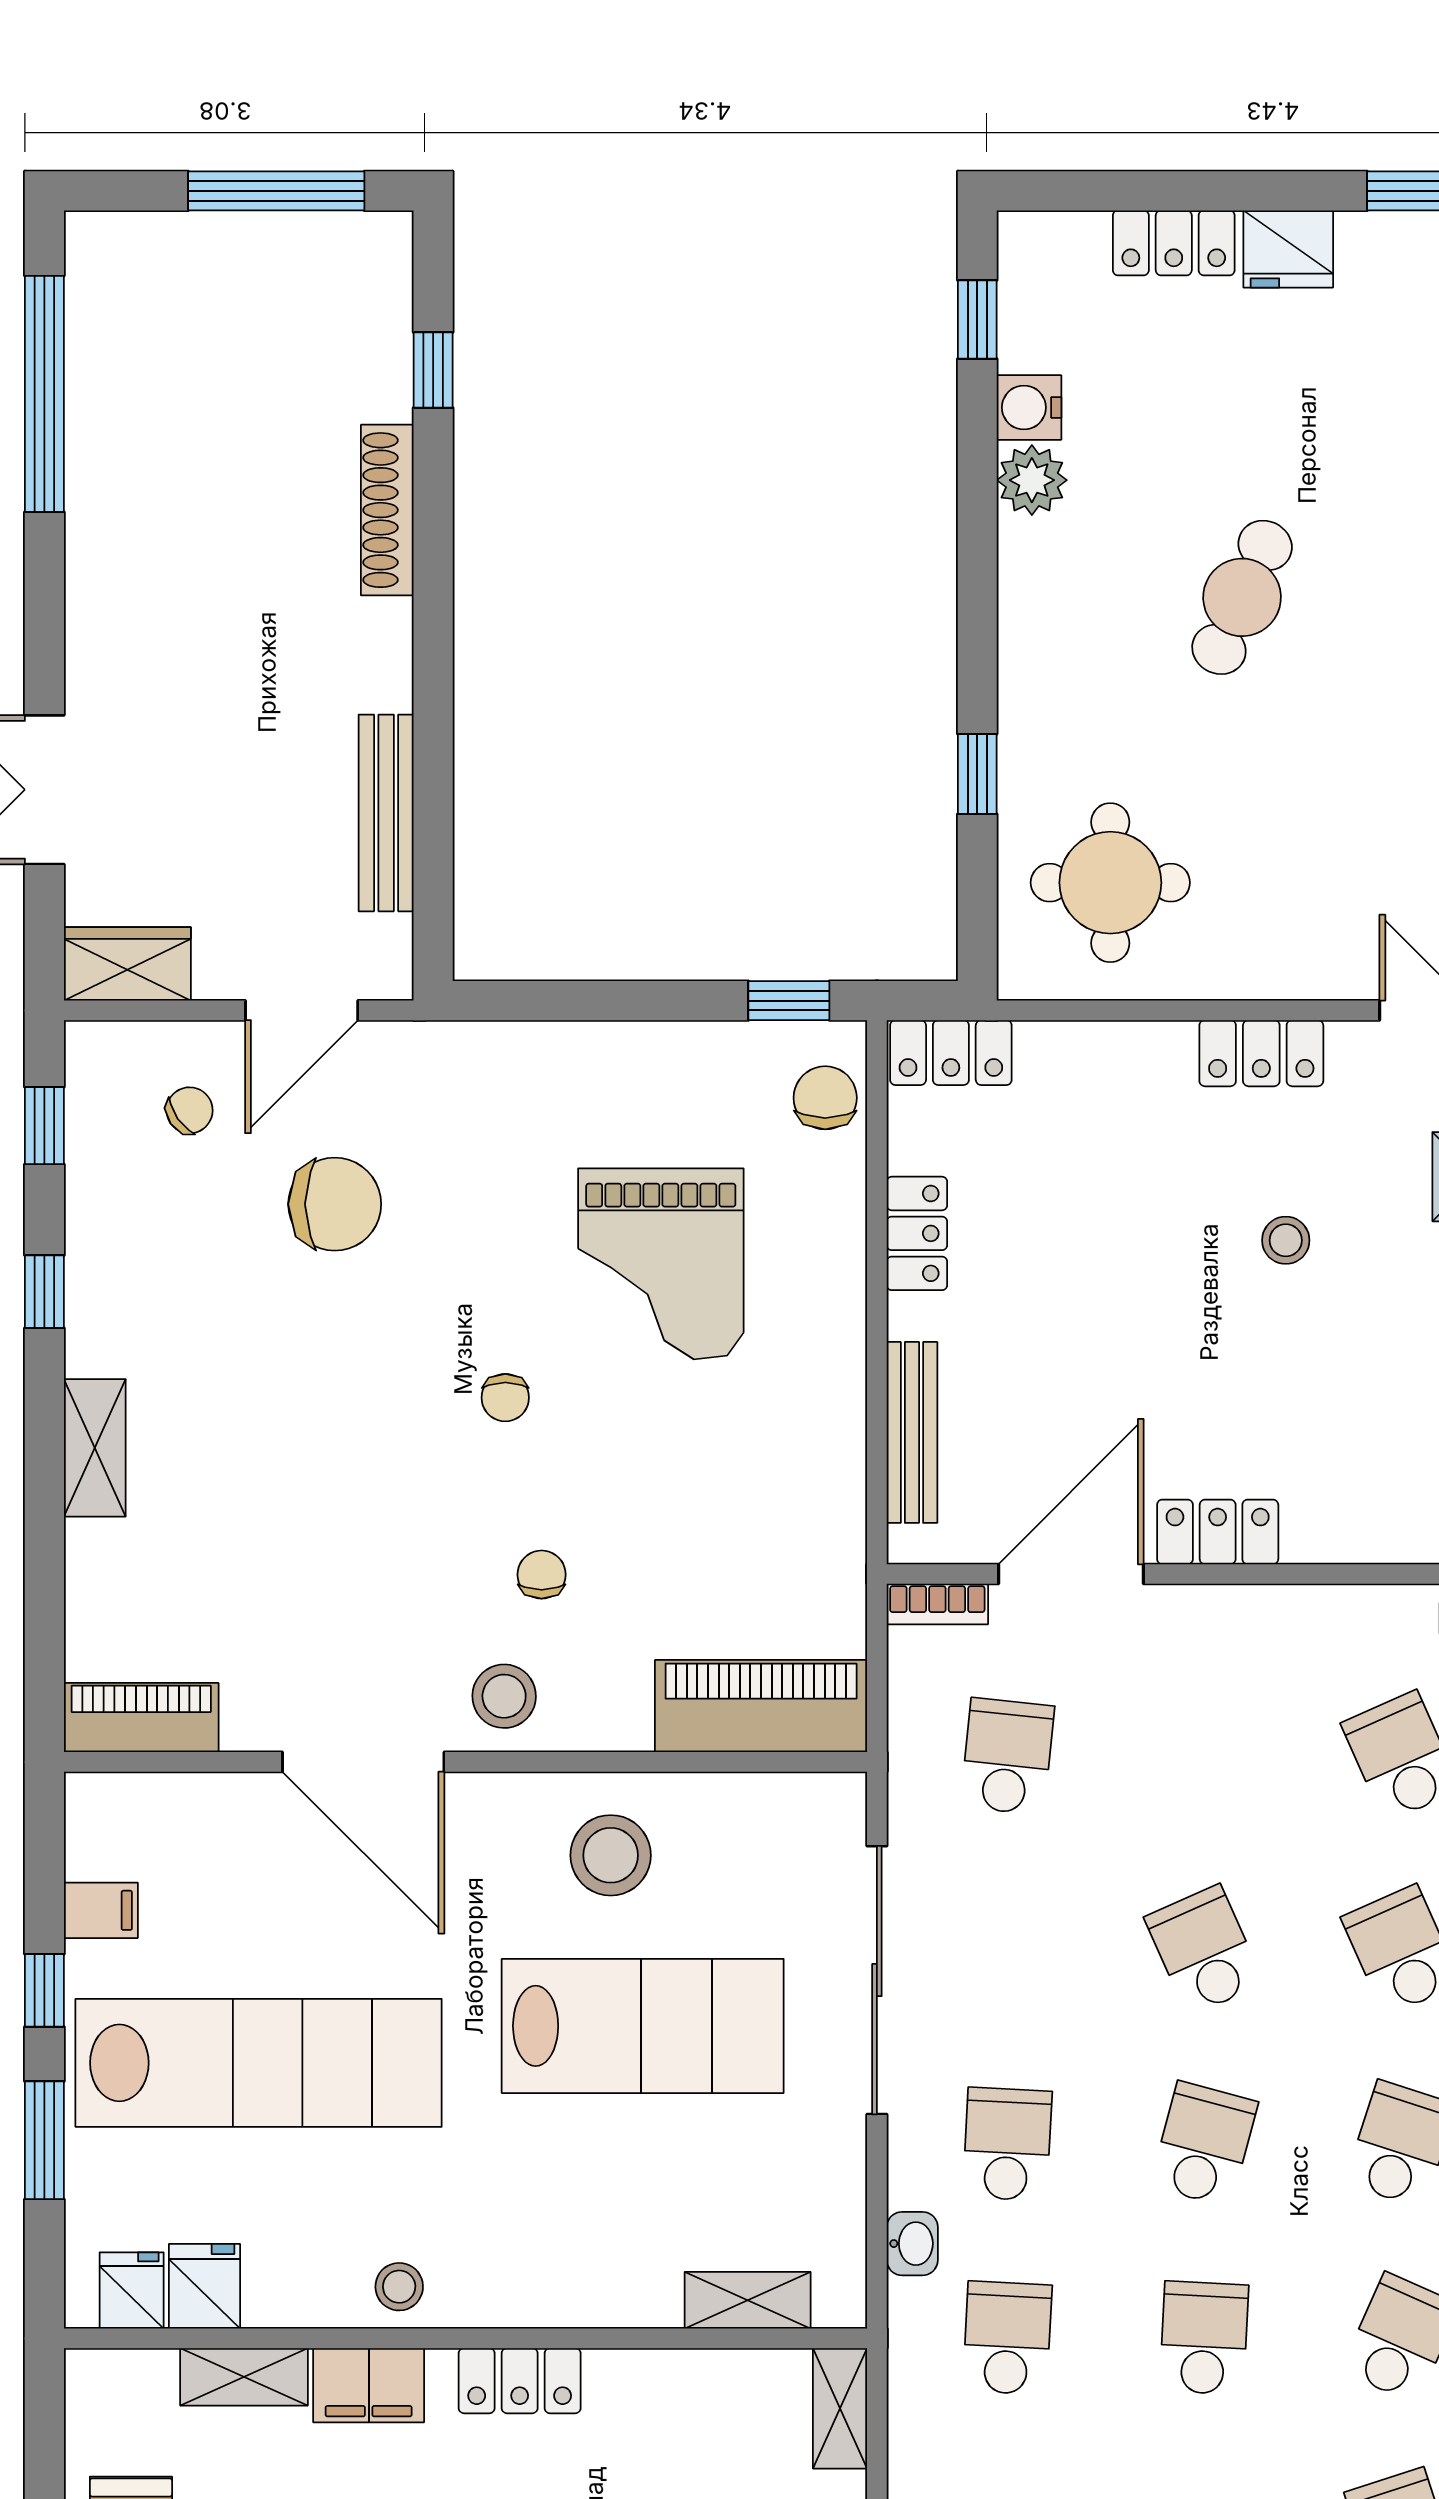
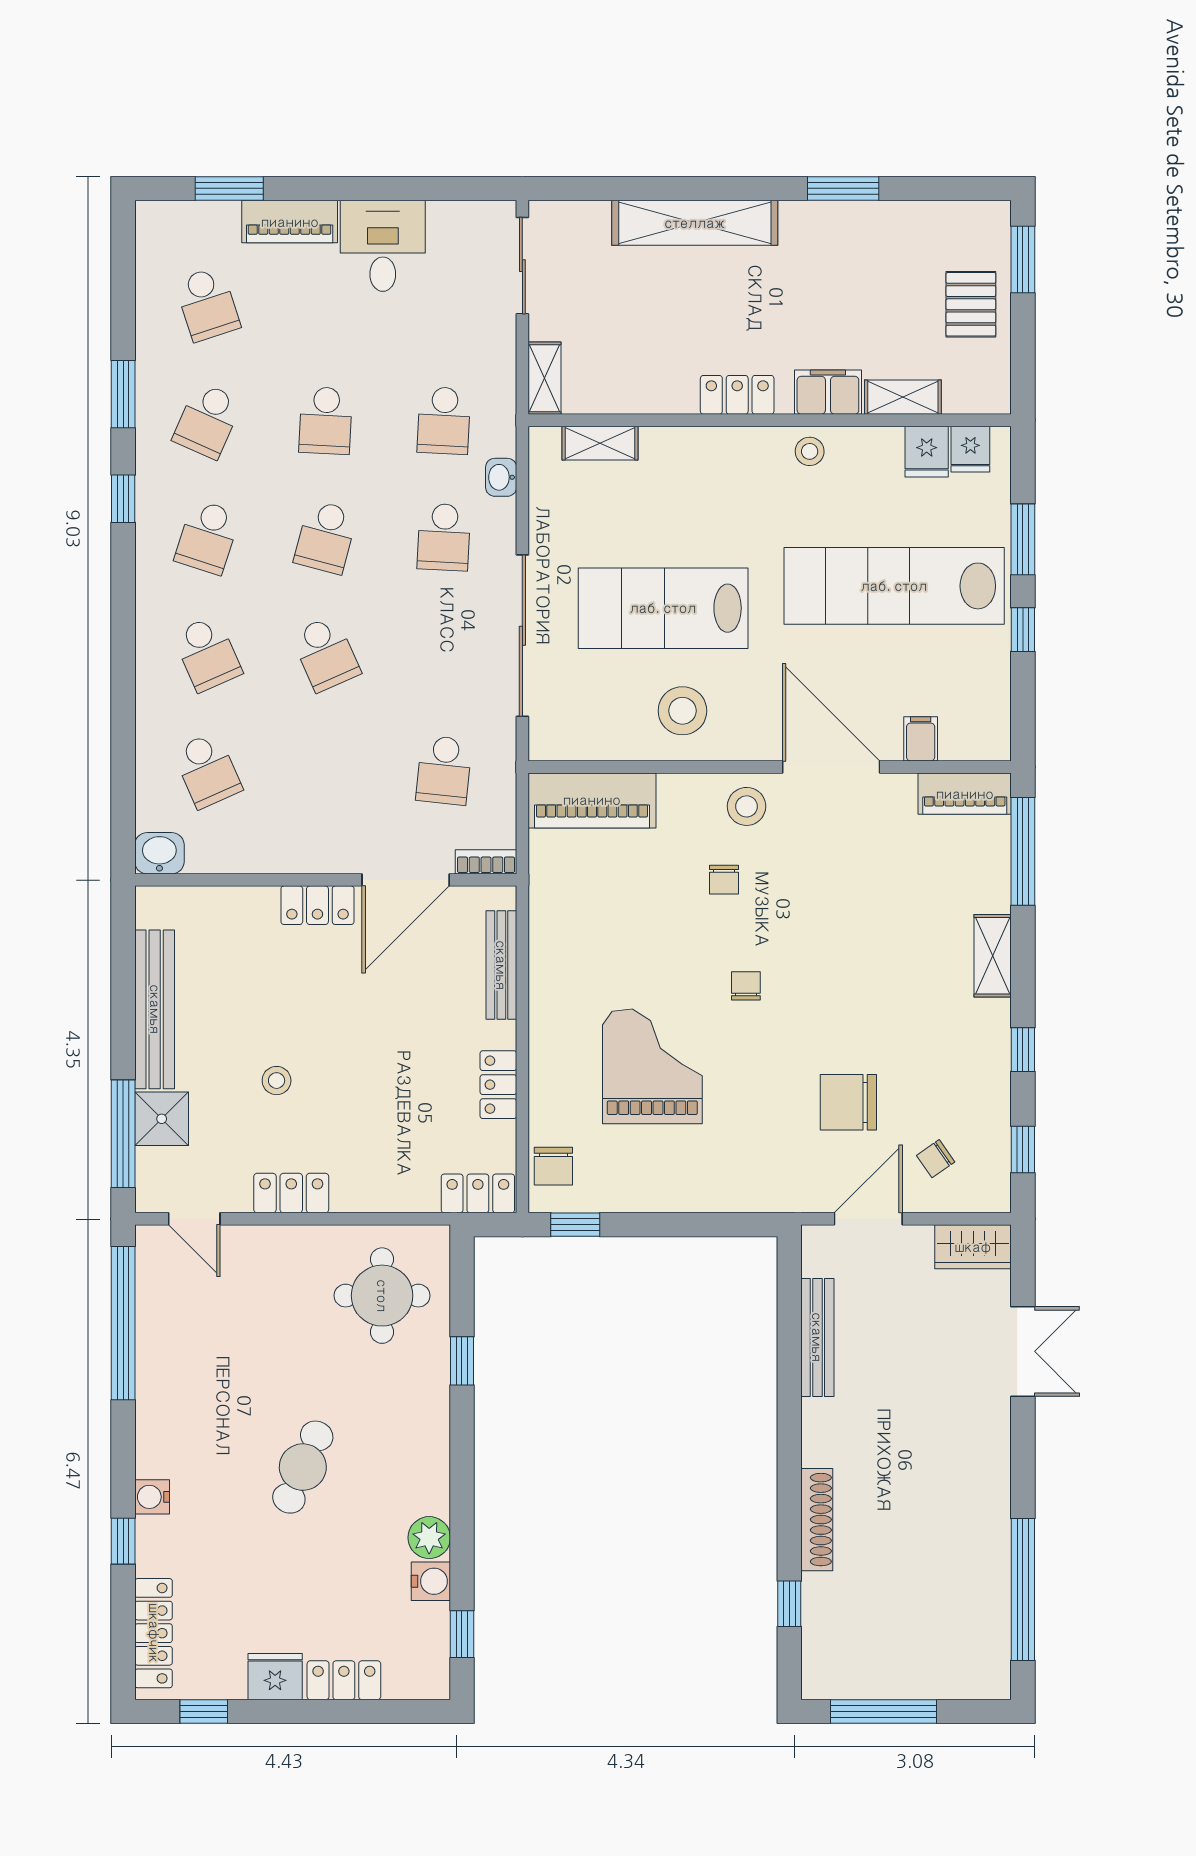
window: (44, 1621) -> (1023, 851), added
filing cabinet: (101, 1910) -> (921, 739), moved, turned 90

